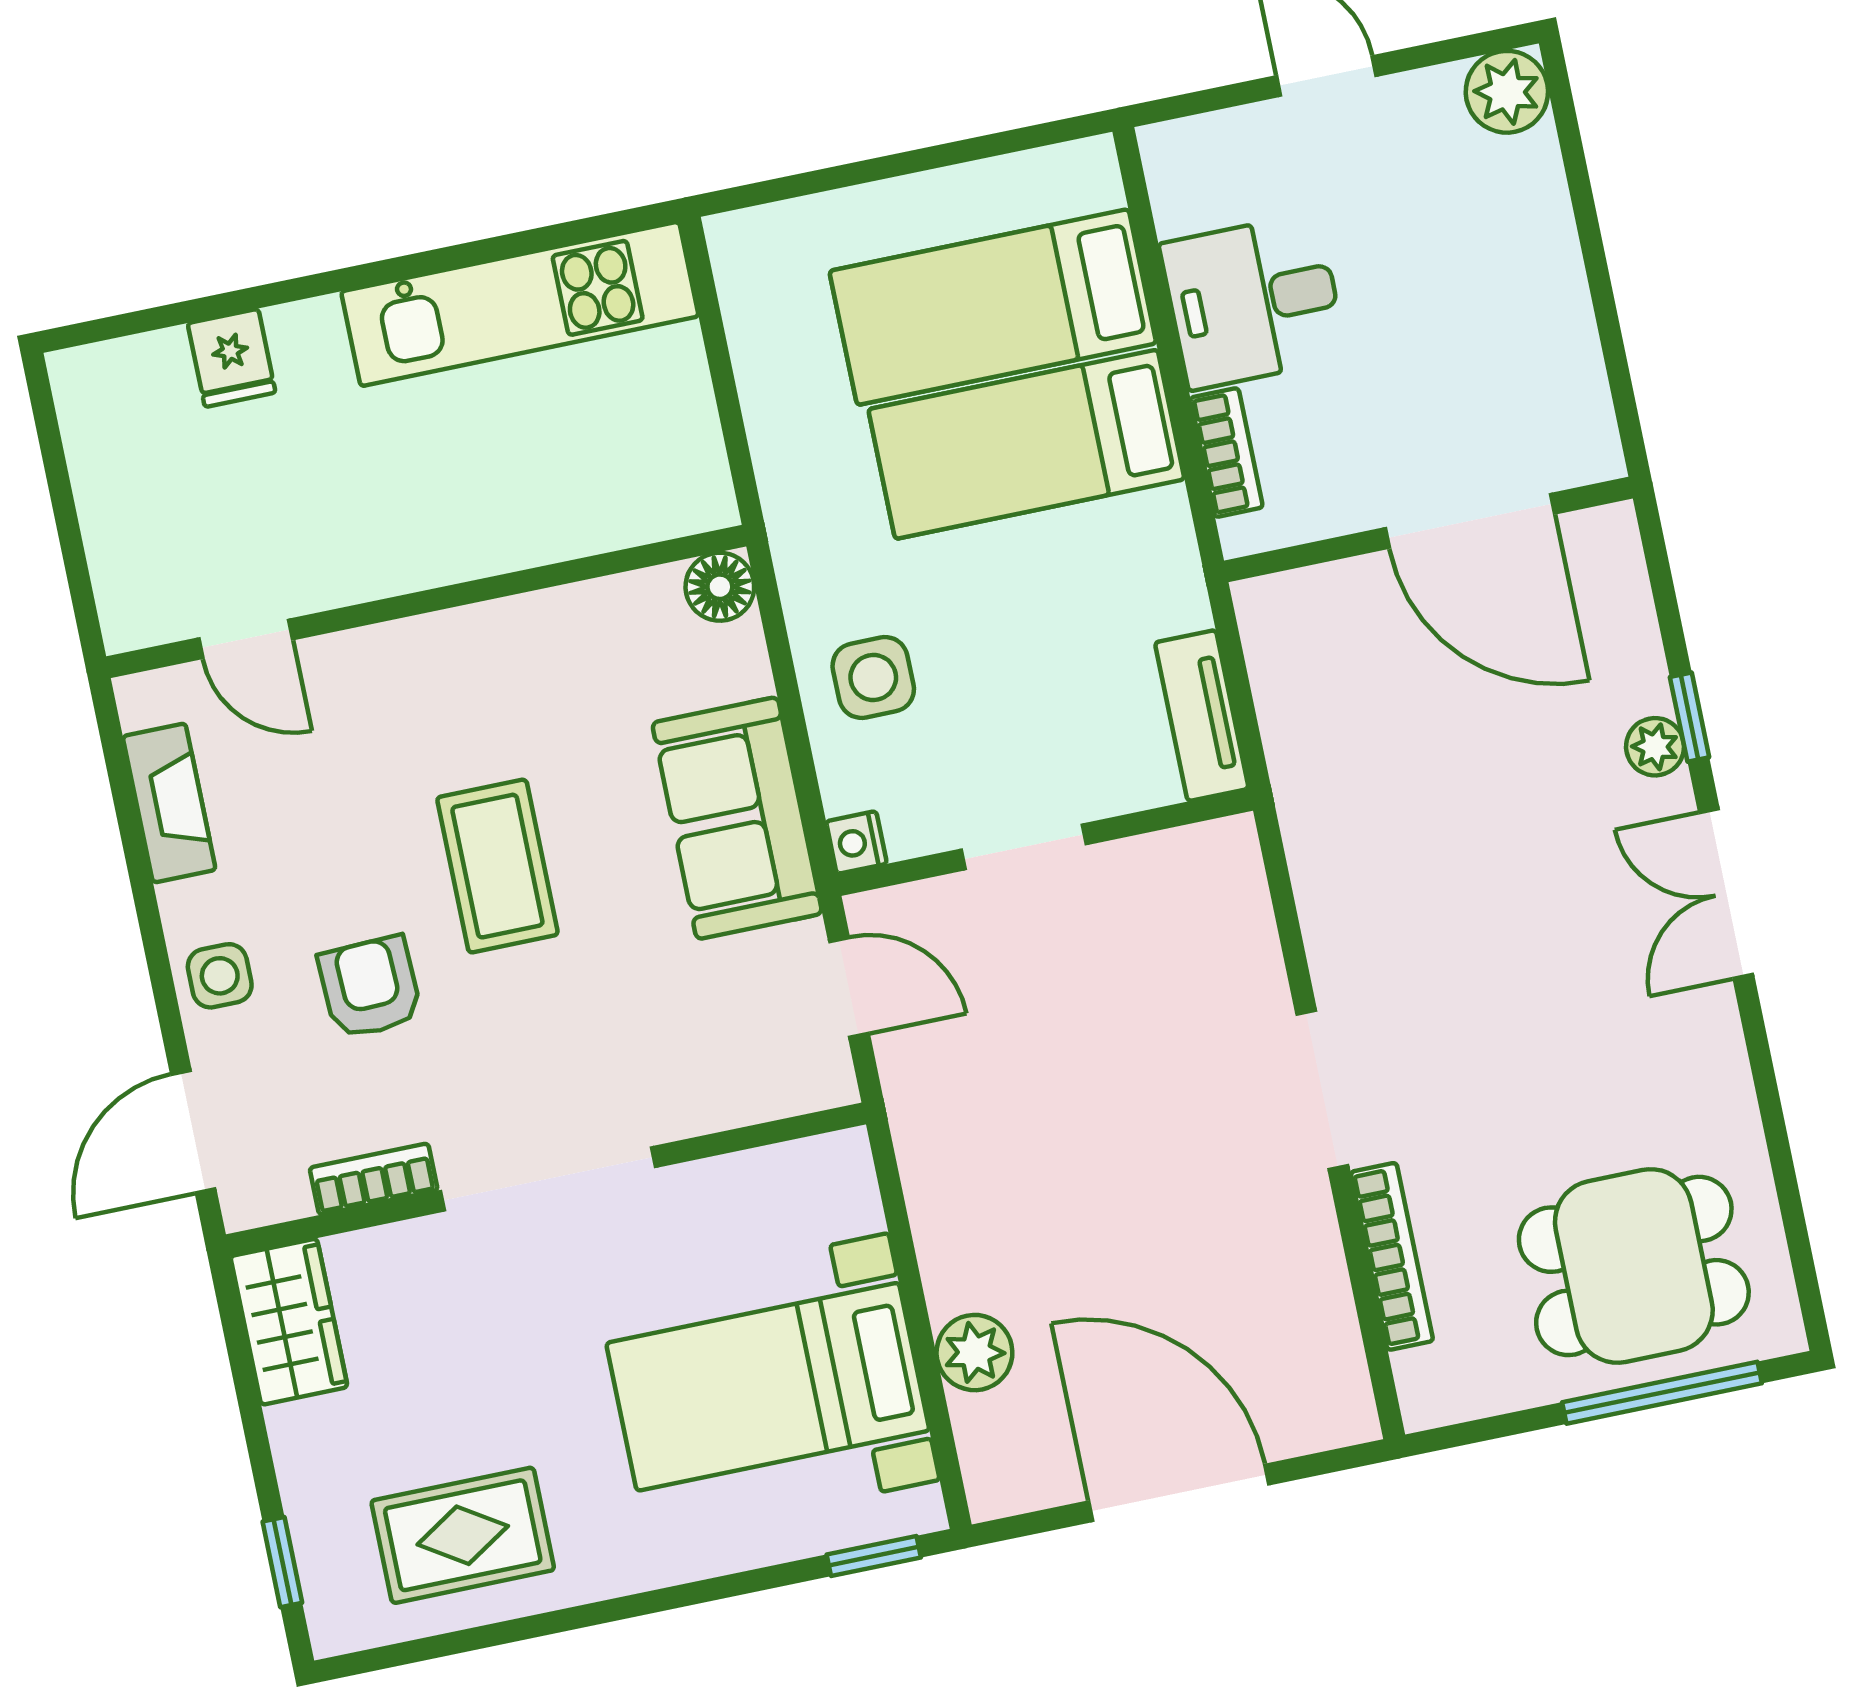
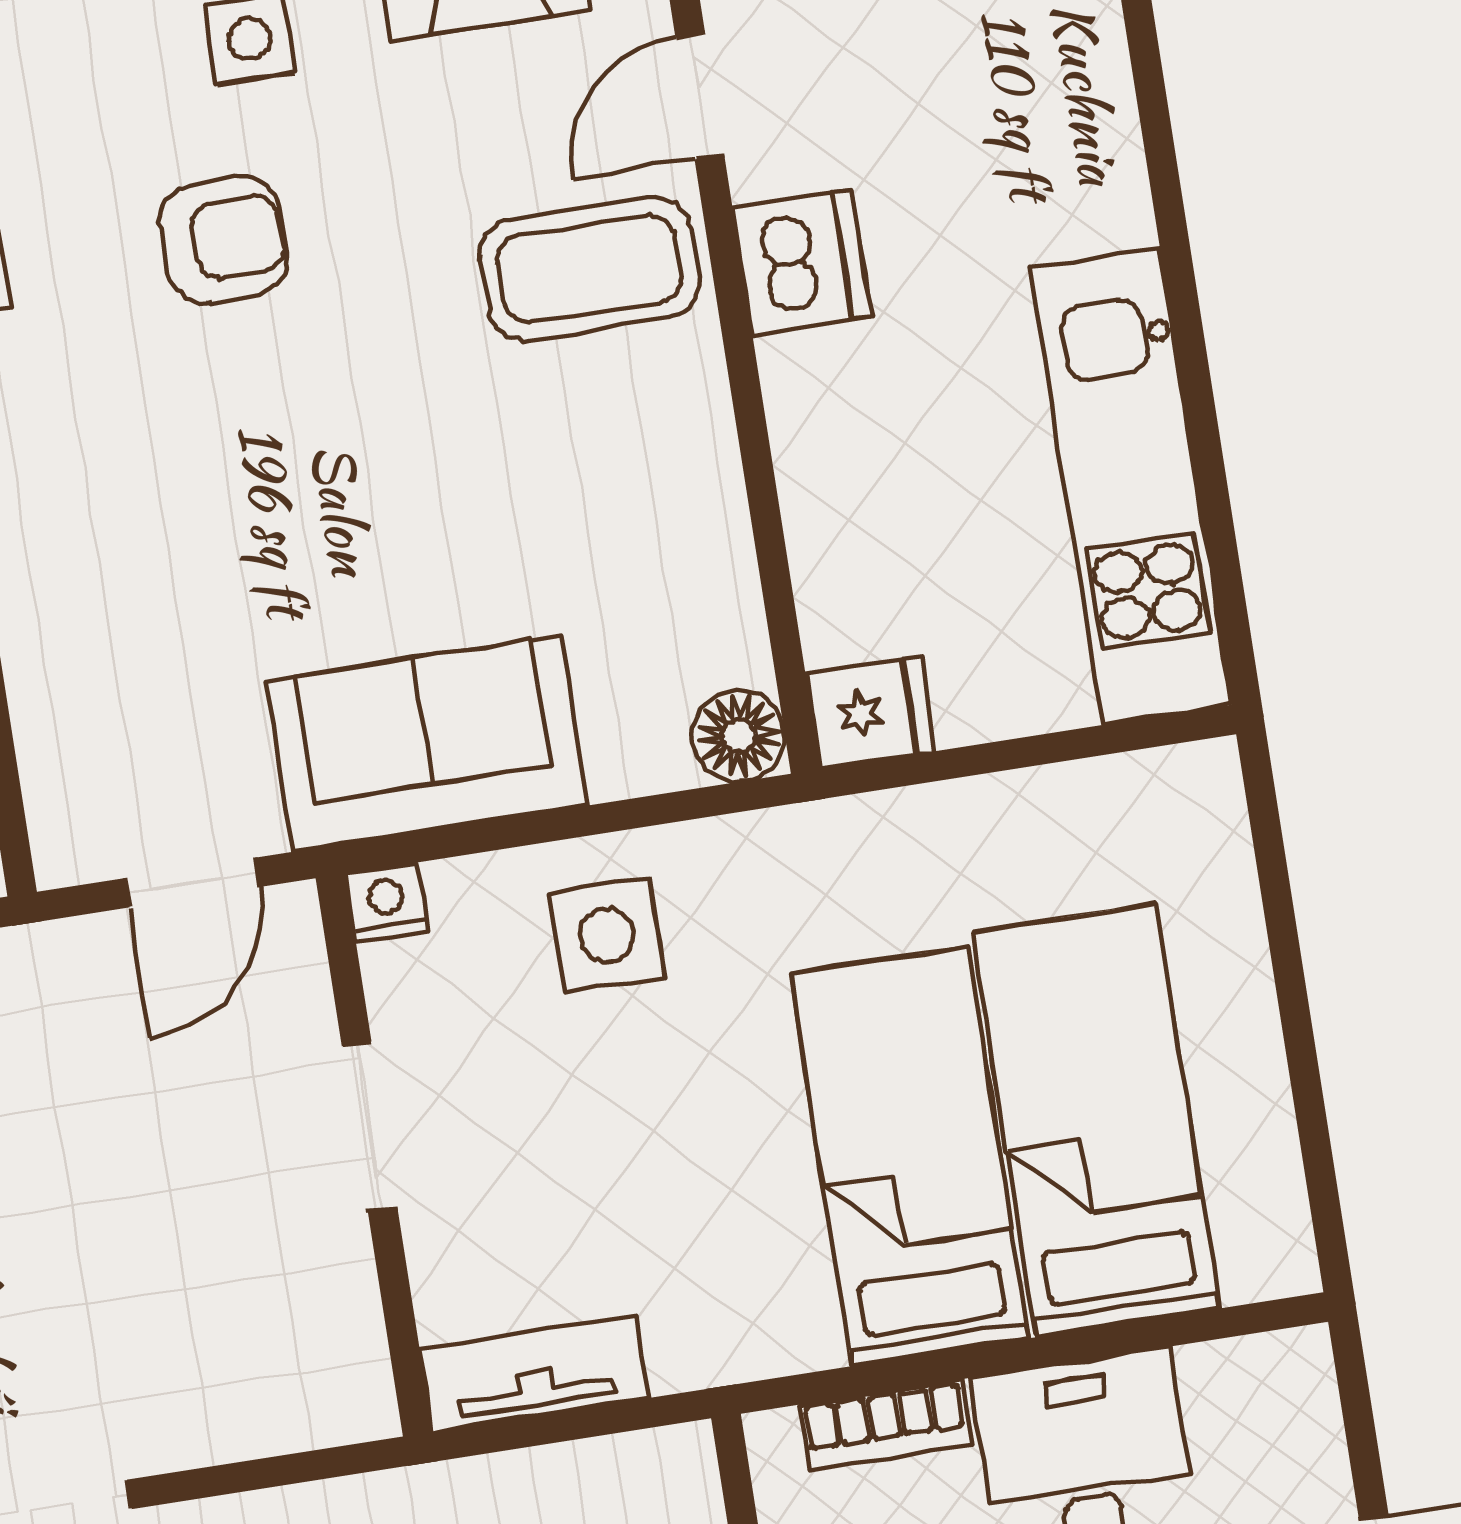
fridge: (232, 358) -> (870, 712), moved, turned 180
dishwasher: (366, 557) -> (802, 262), added
coffee table: (497, 866) -> (589, 269), moved

